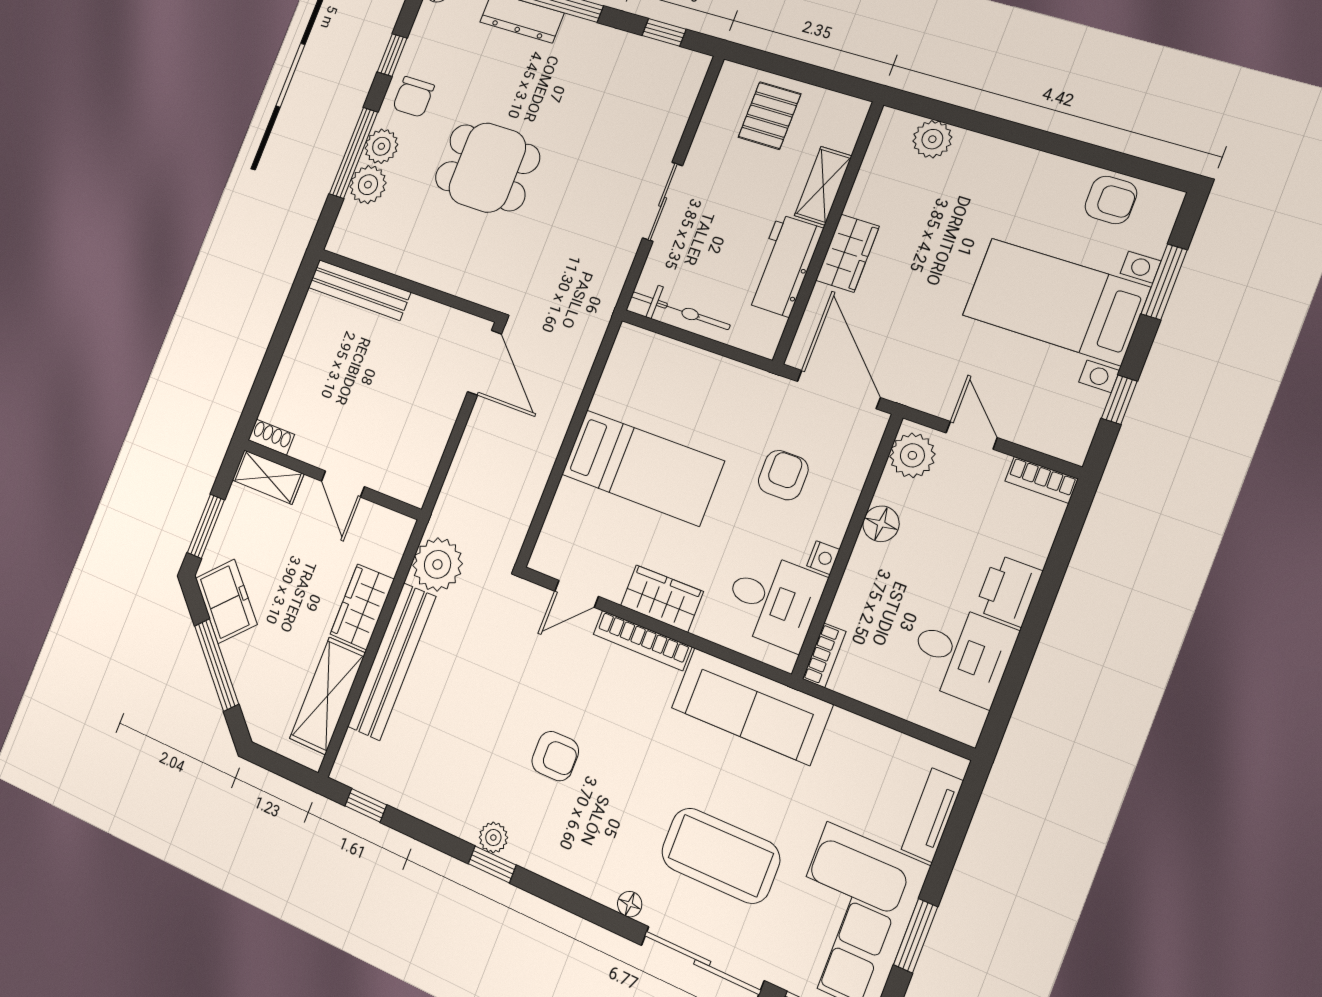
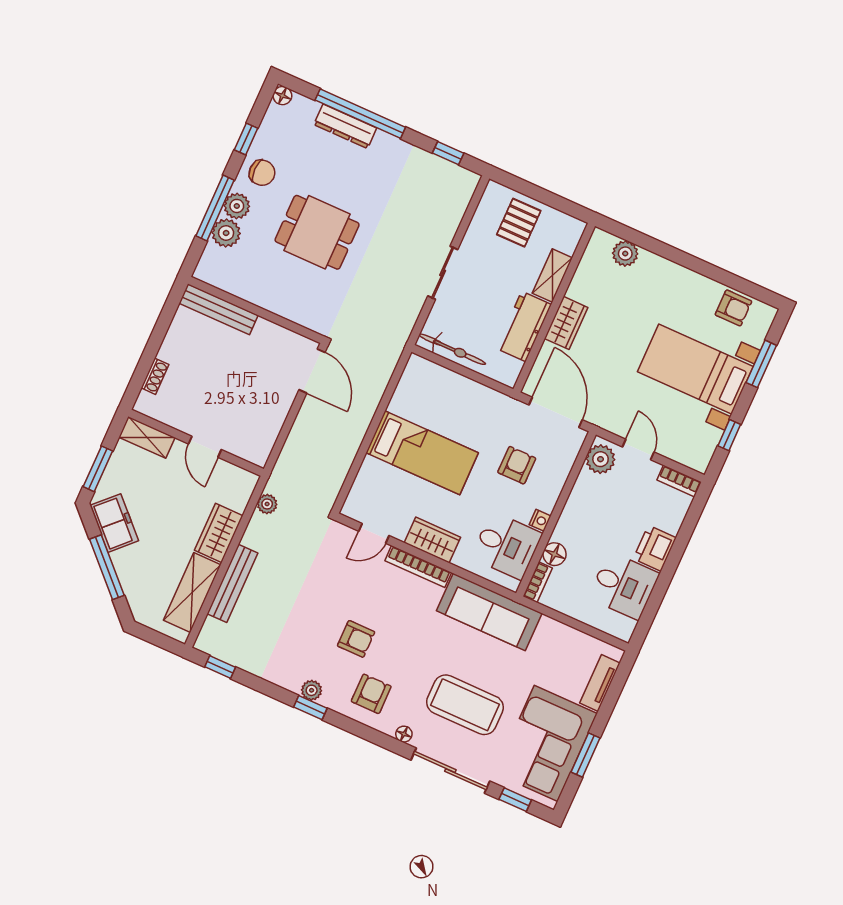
chair: (413, 97) -> (262, 173), turned -90
shoe rack: (271, 437) -> (155, 376), moved, turned 90
floor lamp: (881, 524) -> (554, 554), moved
plant: (437, 564) -> (267, 504), width x0.53, depth x0.53
bench: (392, 662) -> (232, 583), width x0.73, depth x0.82
armchair: (579, 841) -> (371, 694), added

